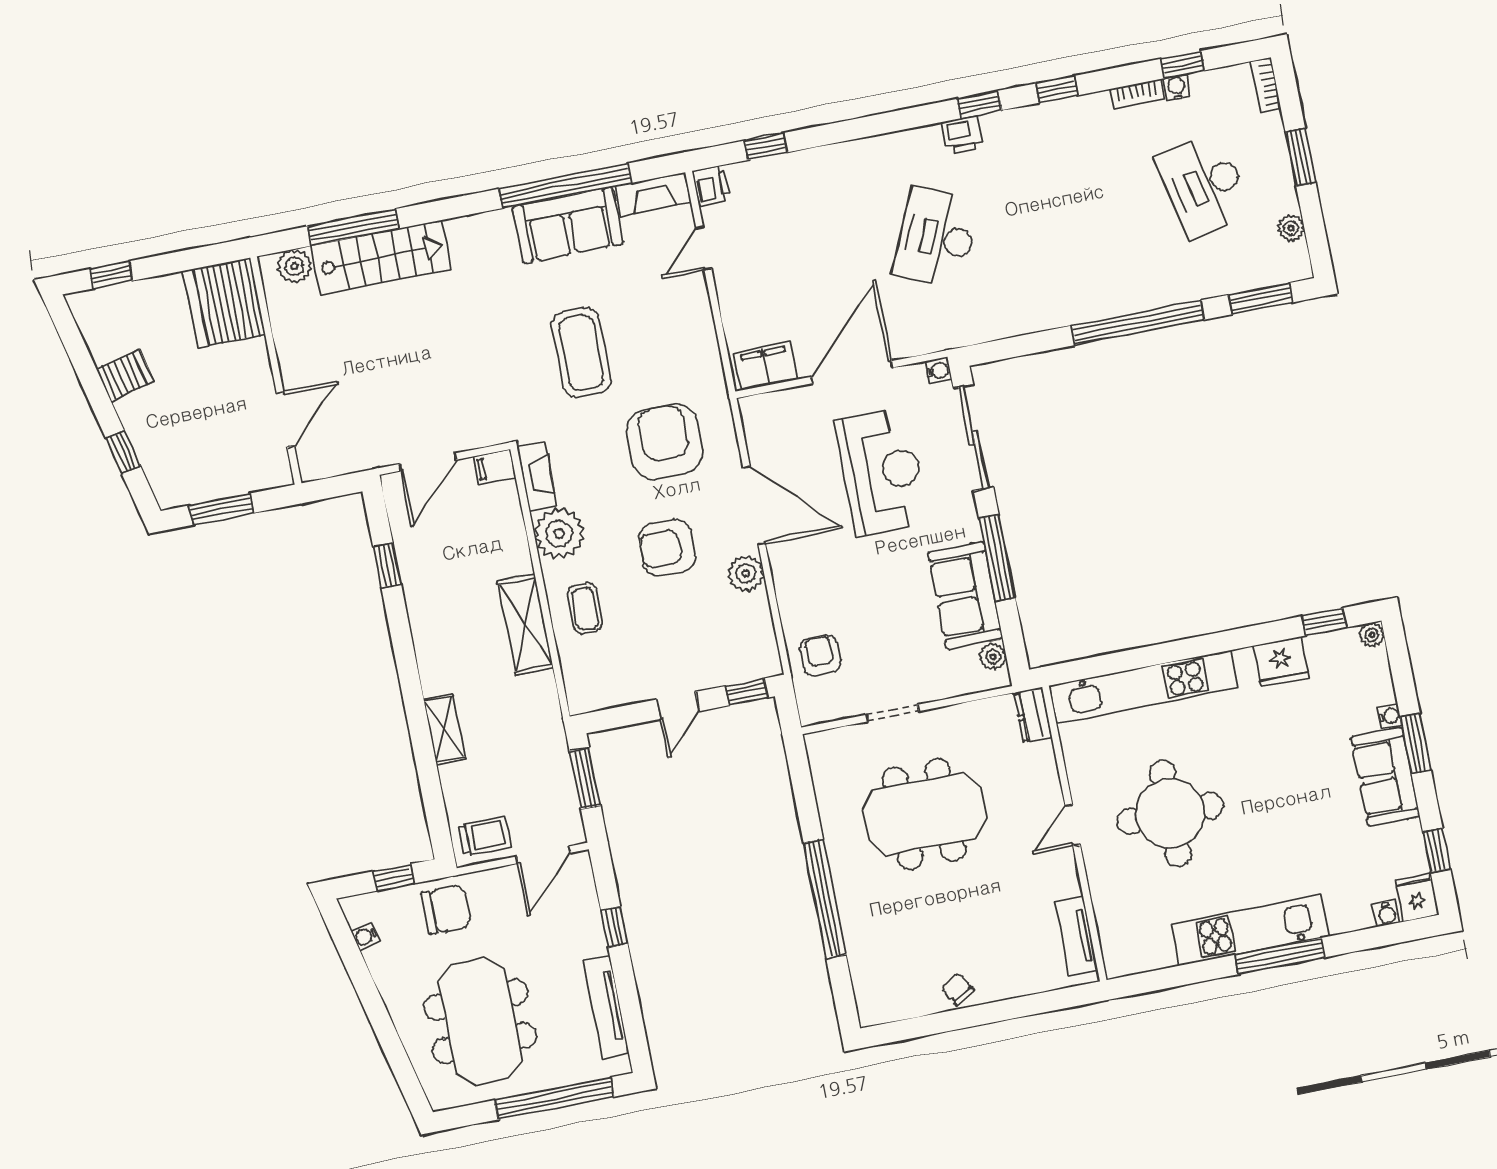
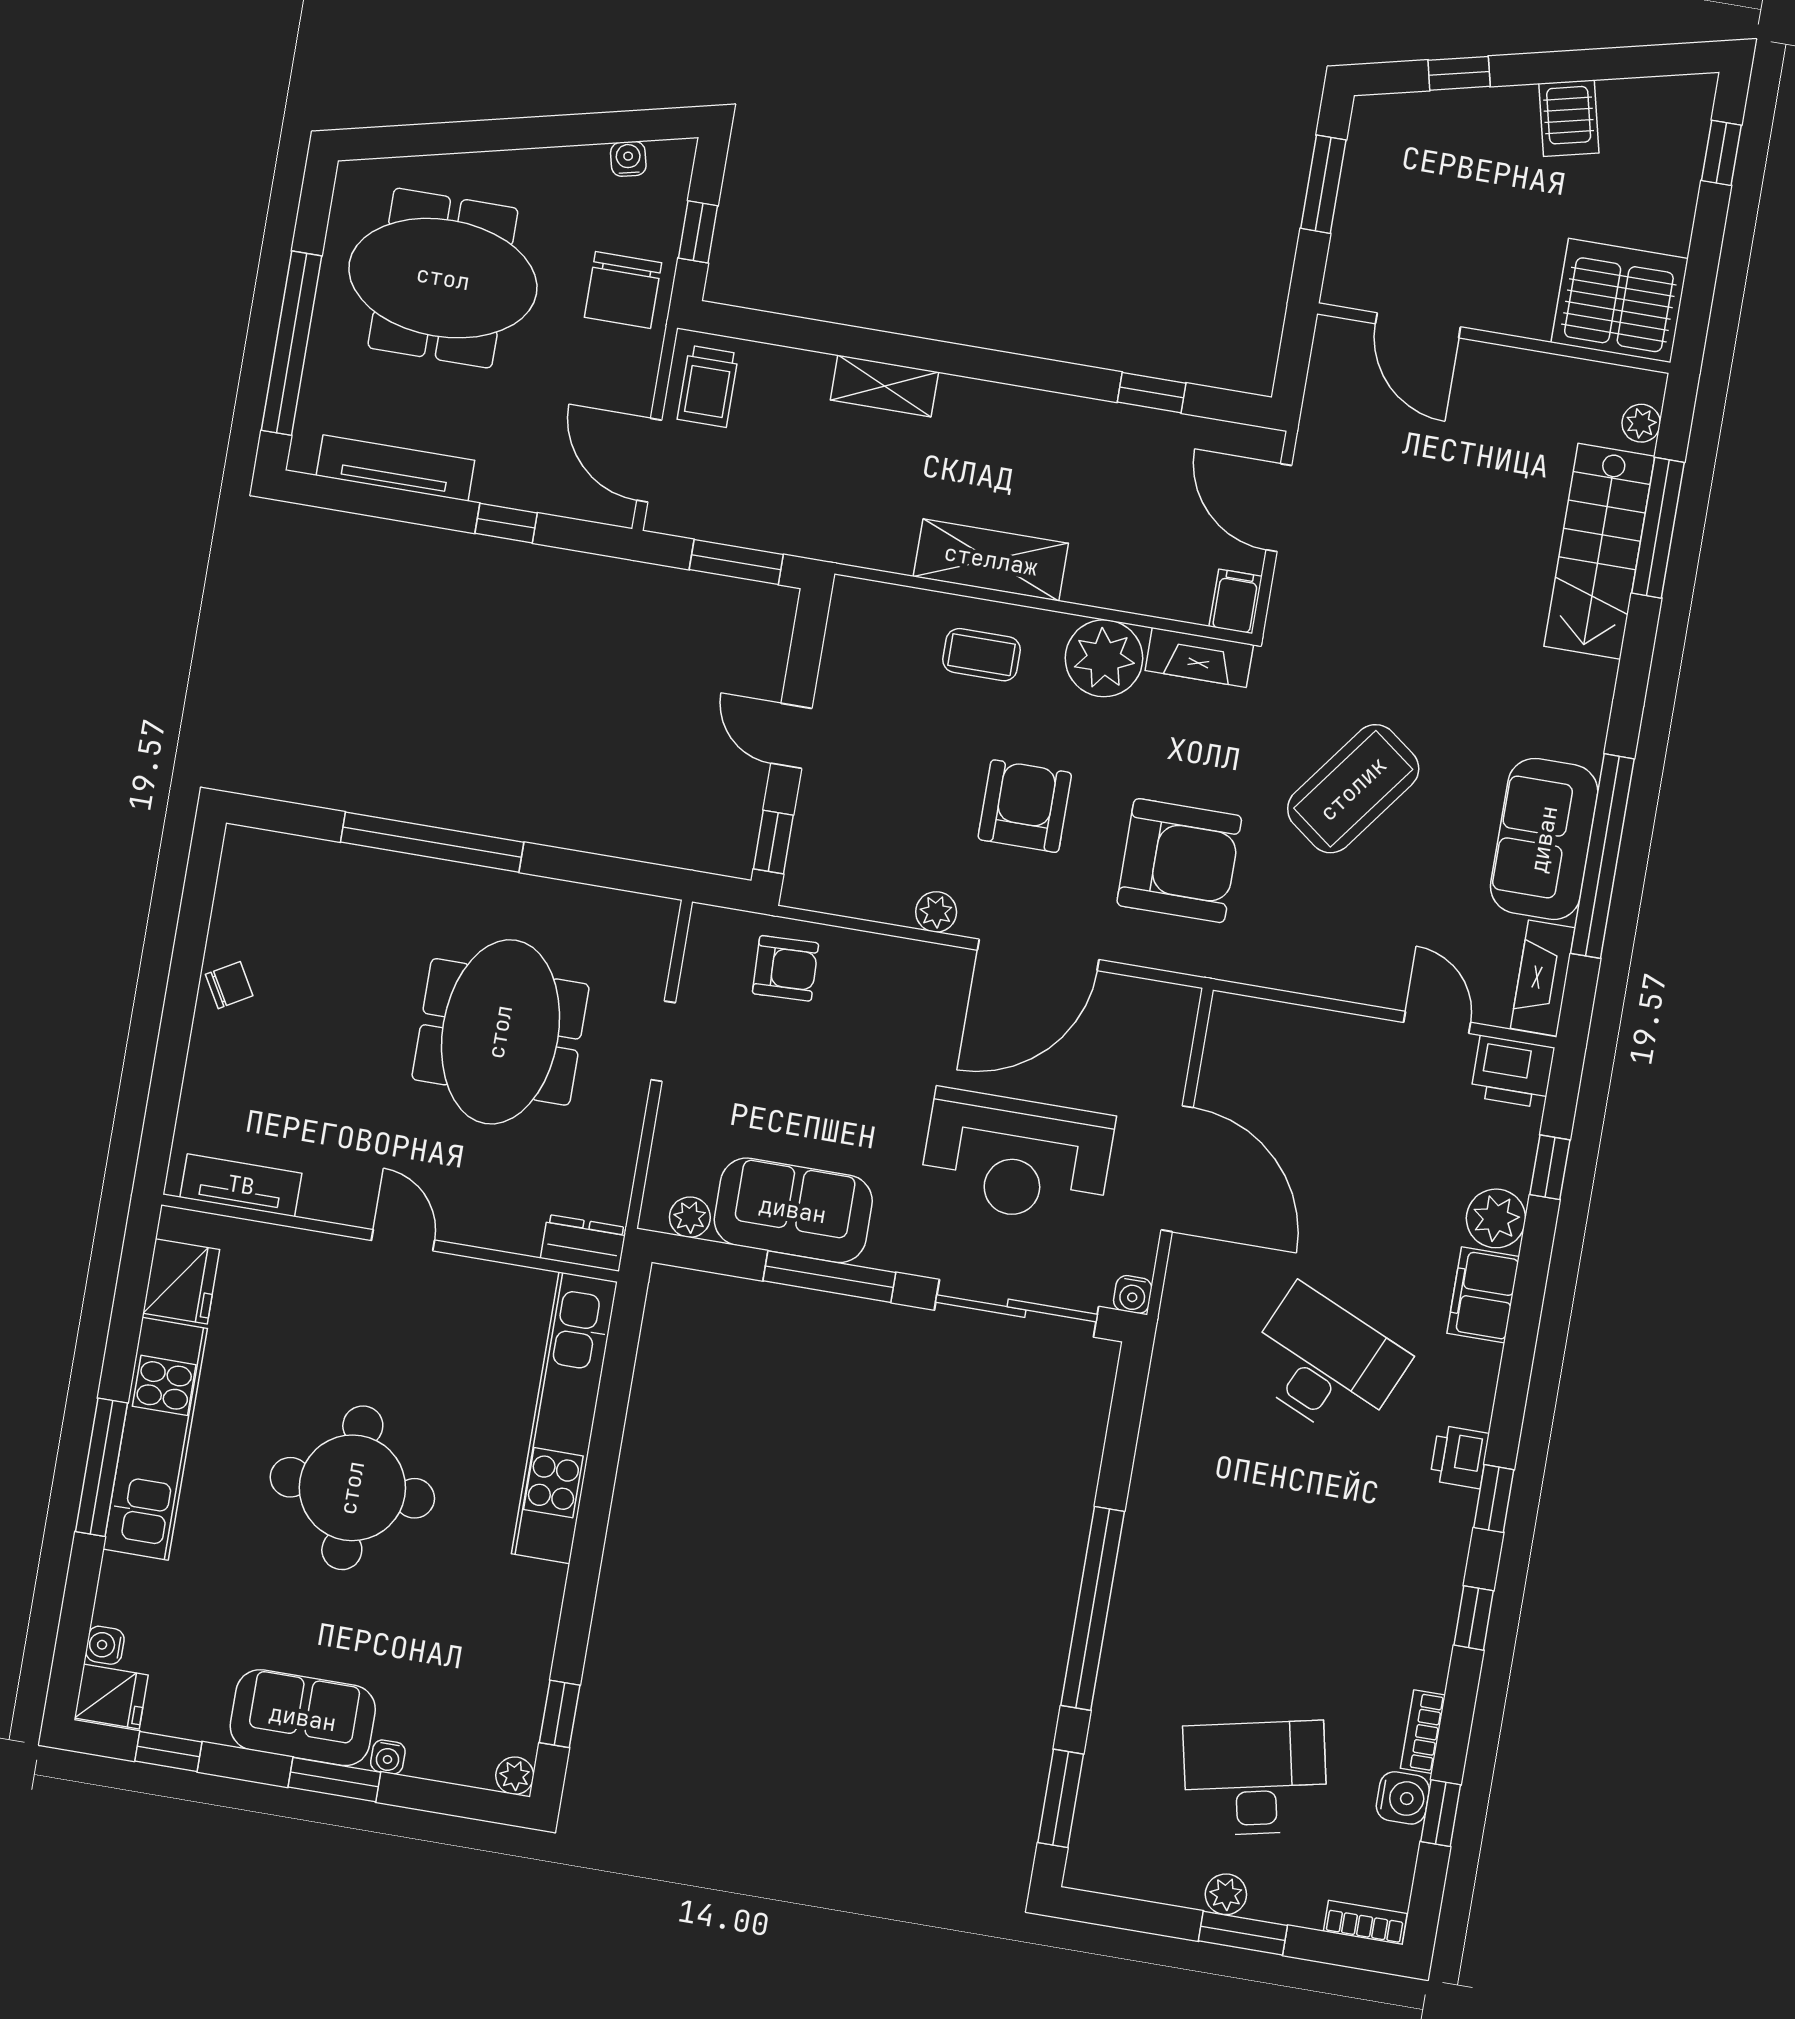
water cooler: (1177, 88) -> (1403, 1798), width x1.38, depth x1.38
plant: (809, 167) -> (1496, 1218), added
printer: (711, 185) -> (1512, 1072), width x1.36, depth x1.24
plant: (1291, 228) -> (1226, 1894), moved
plant: (294, 266) -> (1641, 423), width x0.73, depth x0.73
coffee table: (581, 352) -> (1353, 789), turned -53
filing cabinet: (765, 366) -> (1483, 1295), moved, turned 180
plant: (746, 573) -> (936, 912), width x0.73, depth x0.73
fridge: (1281, 662) -> (181, 1281), moved, turned 180
round table: (1170, 813) -> (352, 1488), moved

